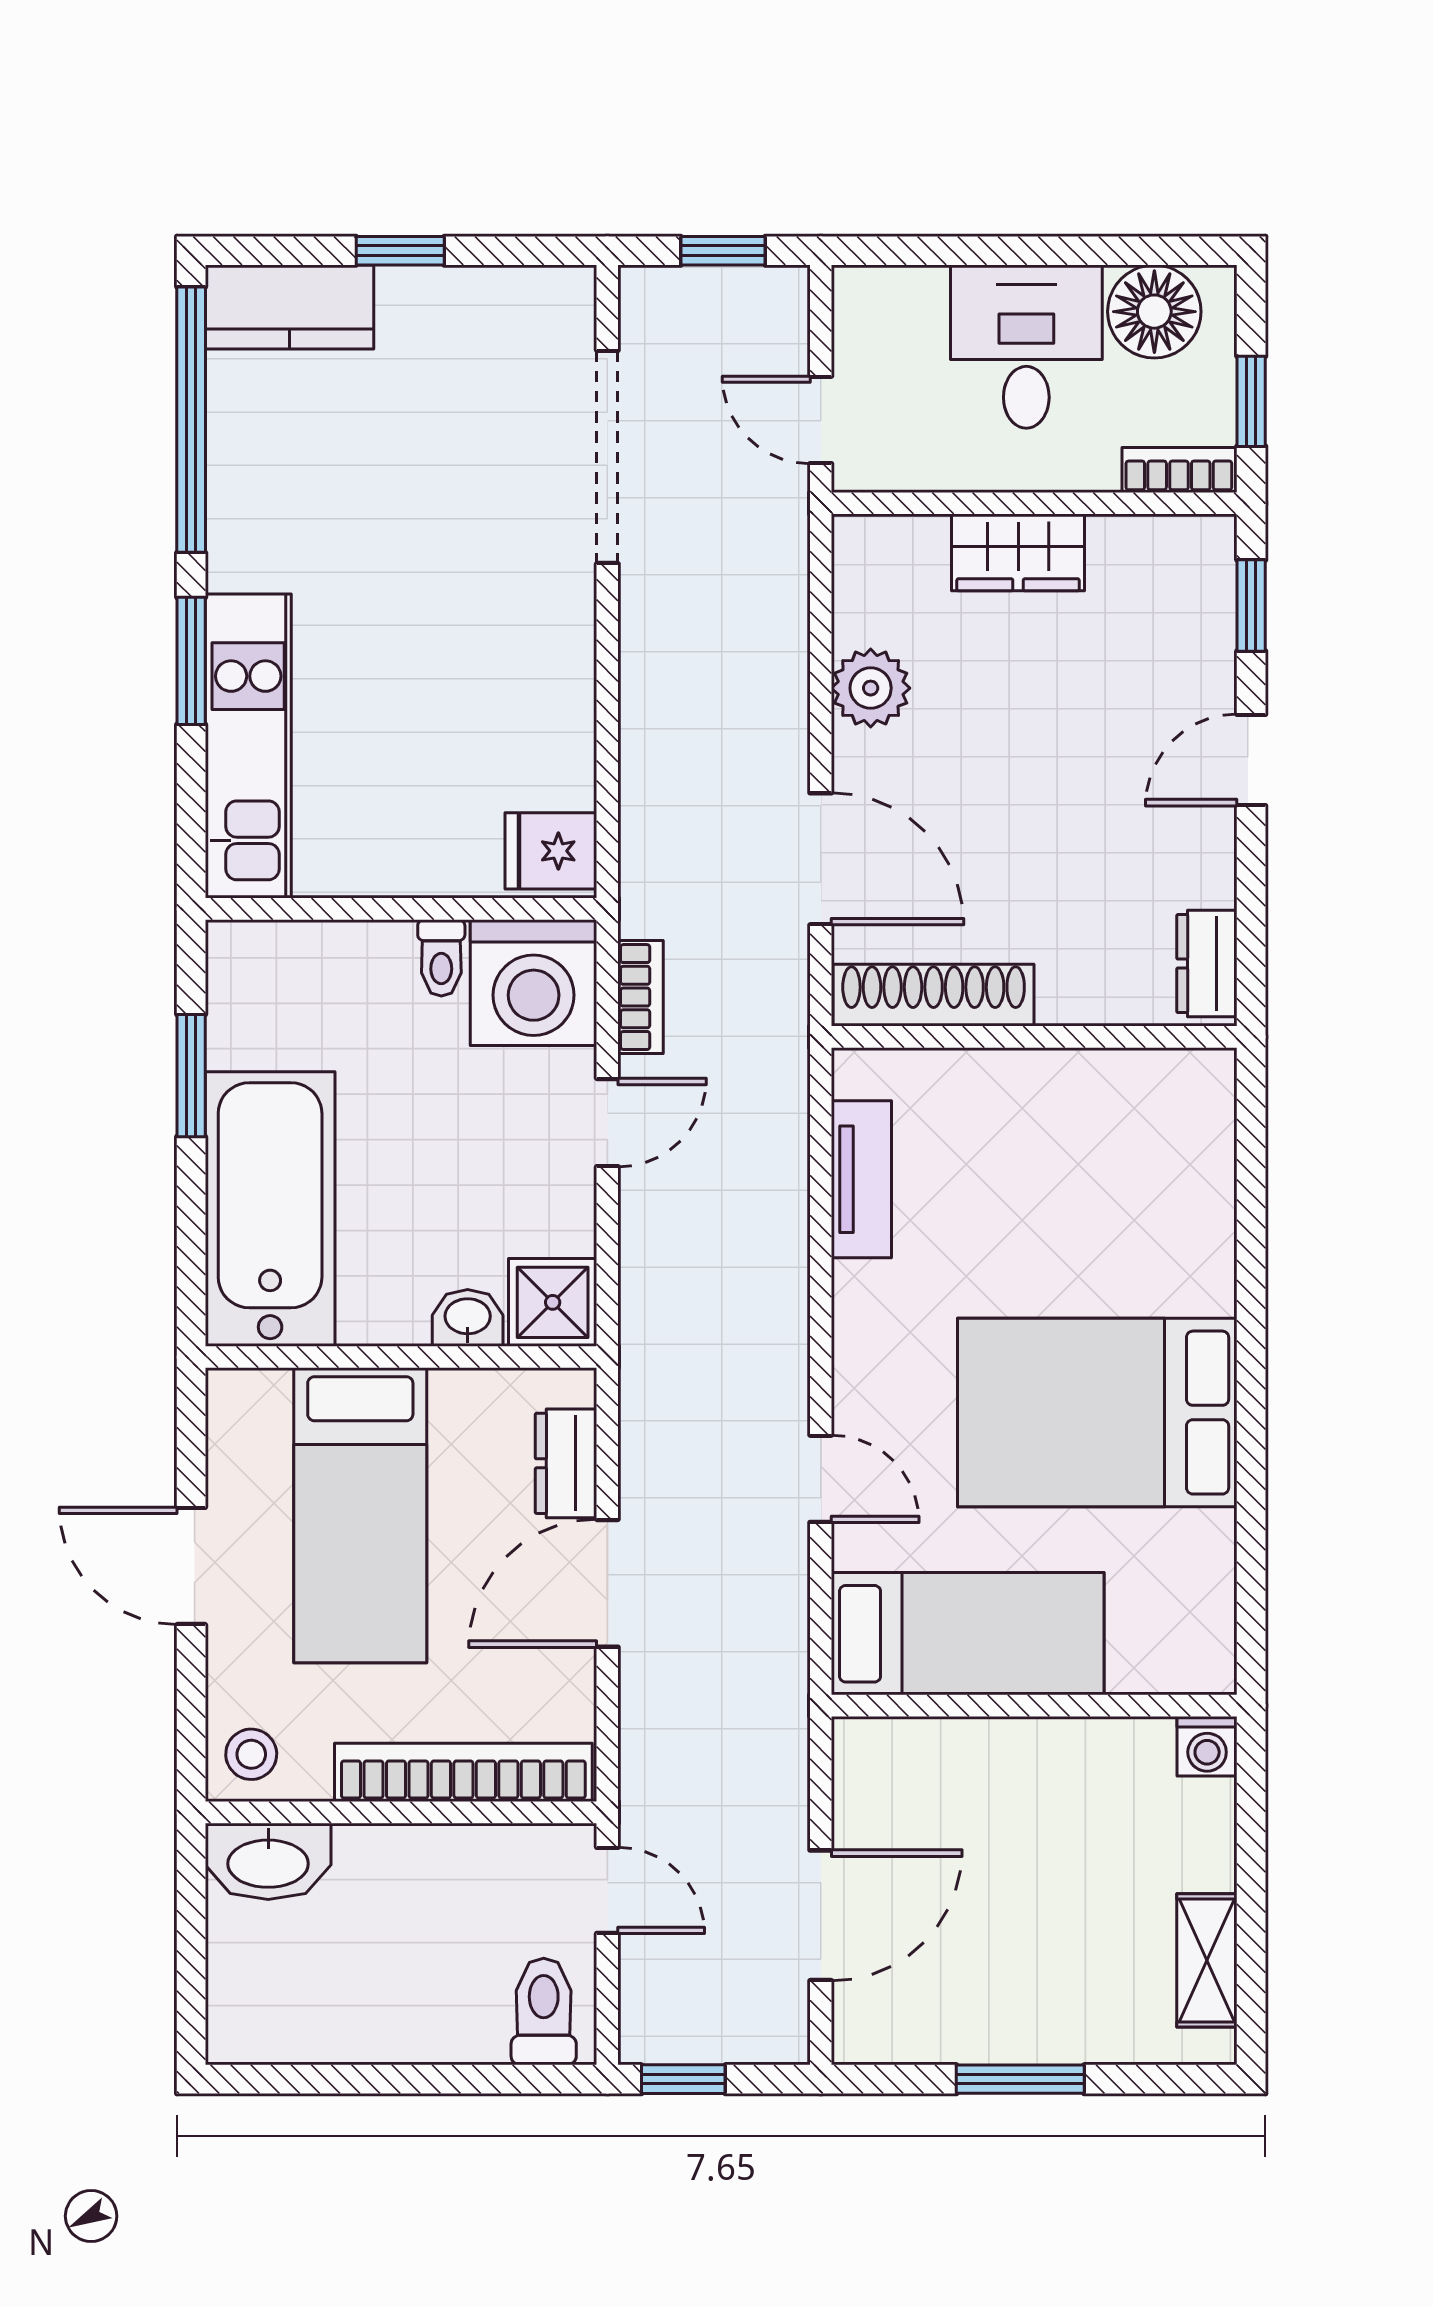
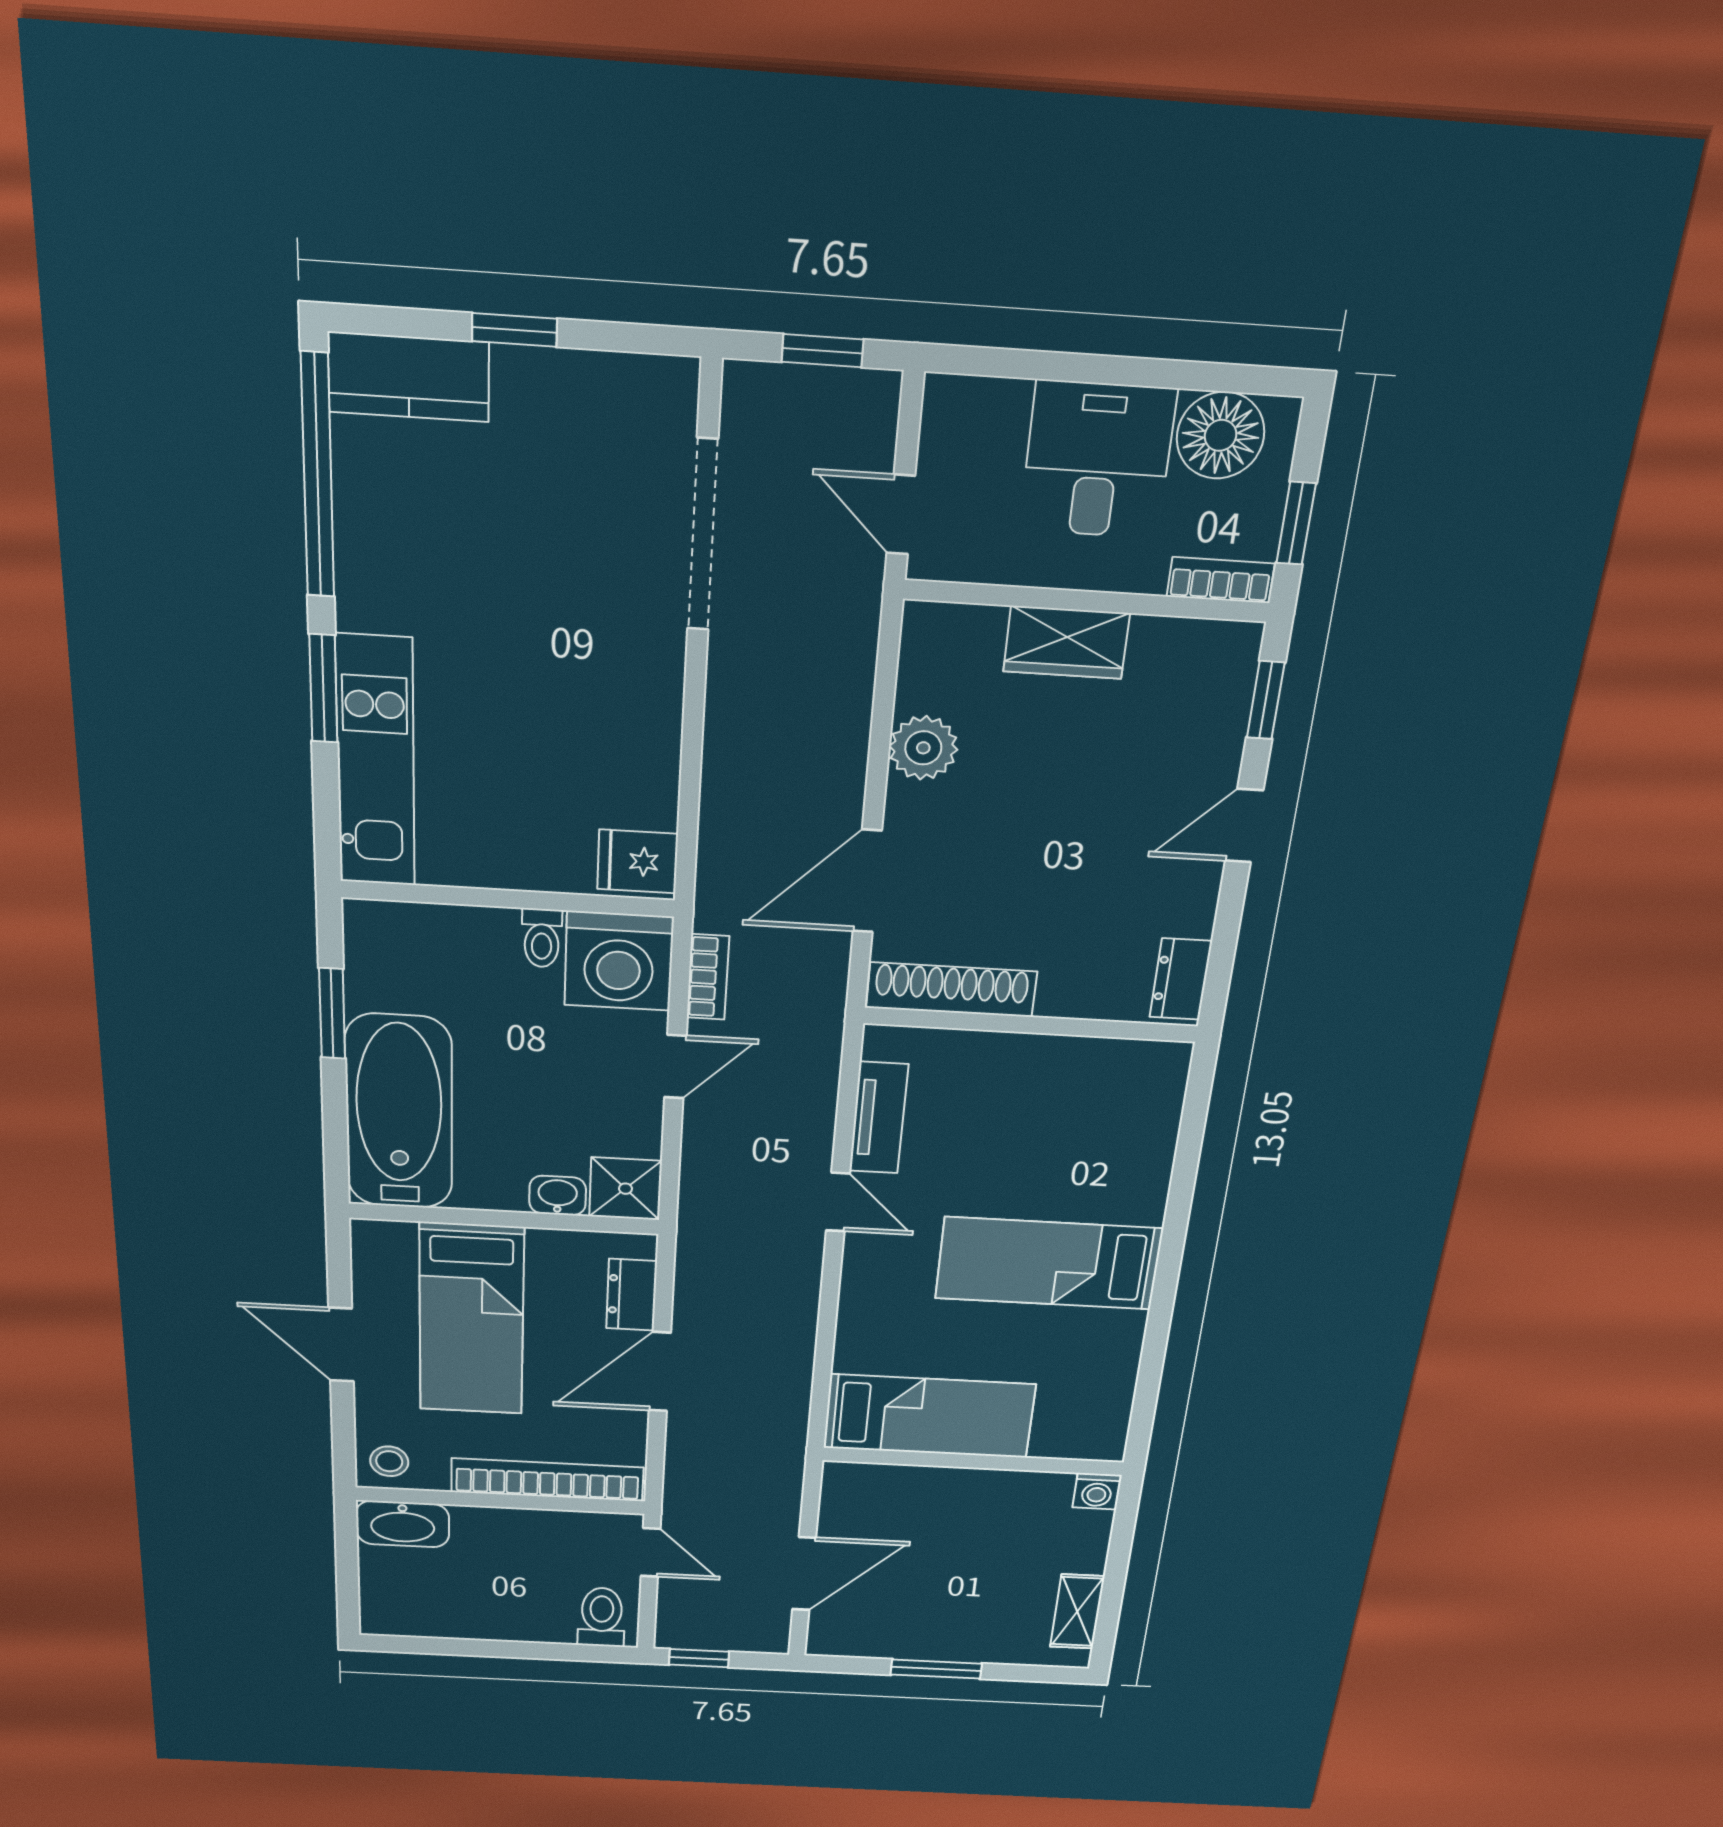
door: (821, 859) -> (867, 881), swing flipped
bed: (1097, 1413) -> (1049, 1263), width x0.67
door: (821, 1479) -> (838, 1202), moved

